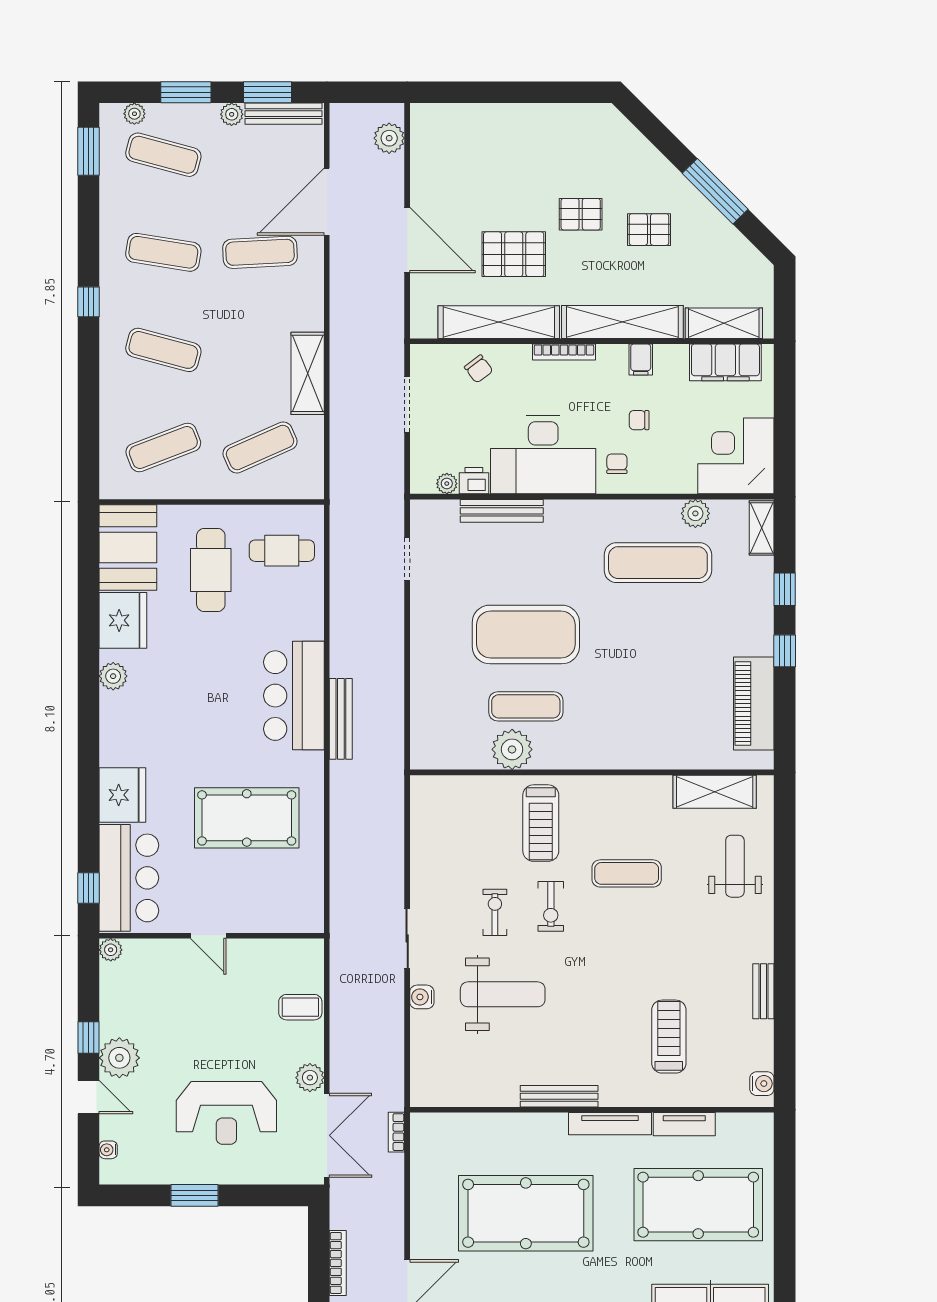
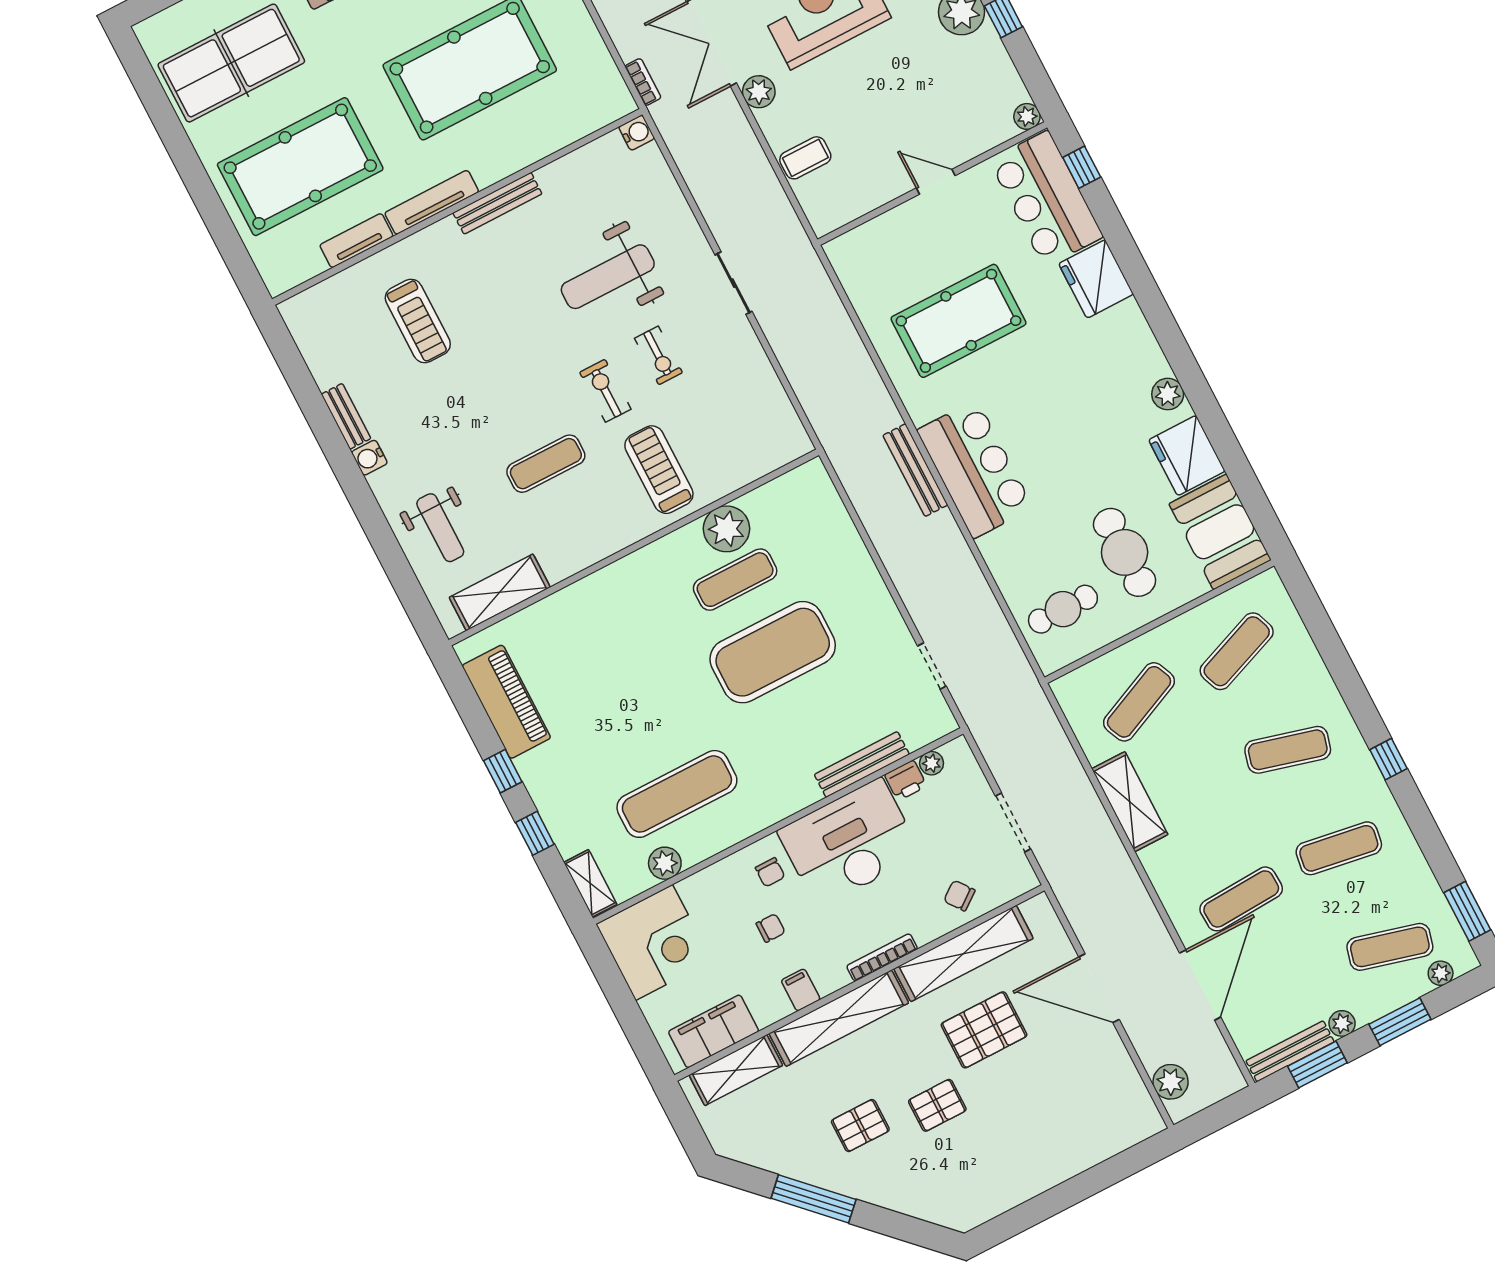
water cooler: (422, 997) -> (637, 133), moved
water cooler: (762, 1084) -> (369, 458), moved

